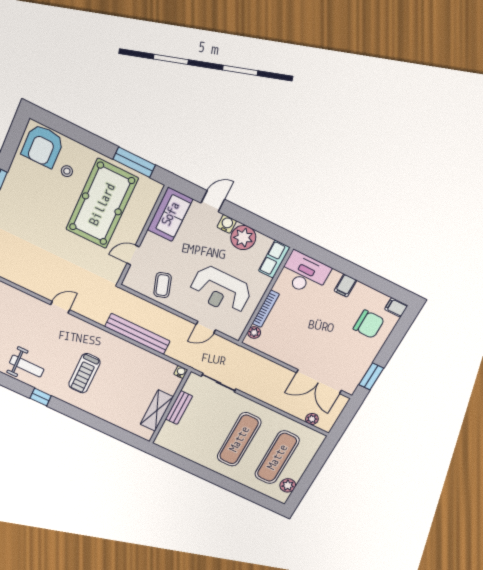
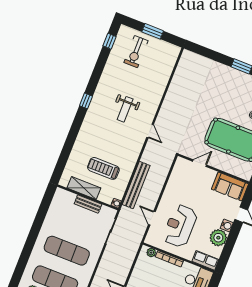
door: (133, 255) -> (200, 163), hinge flipped
coffee table: (163, 285) -> (180, 185), removed
door: (60, 307) -> (150, 131), moved
bench: (137, 334) -> (136, 185), moved
weight bench: (27, 366) -> (125, 109), moved
treadmill: (84, 373) -> (103, 168), moved

